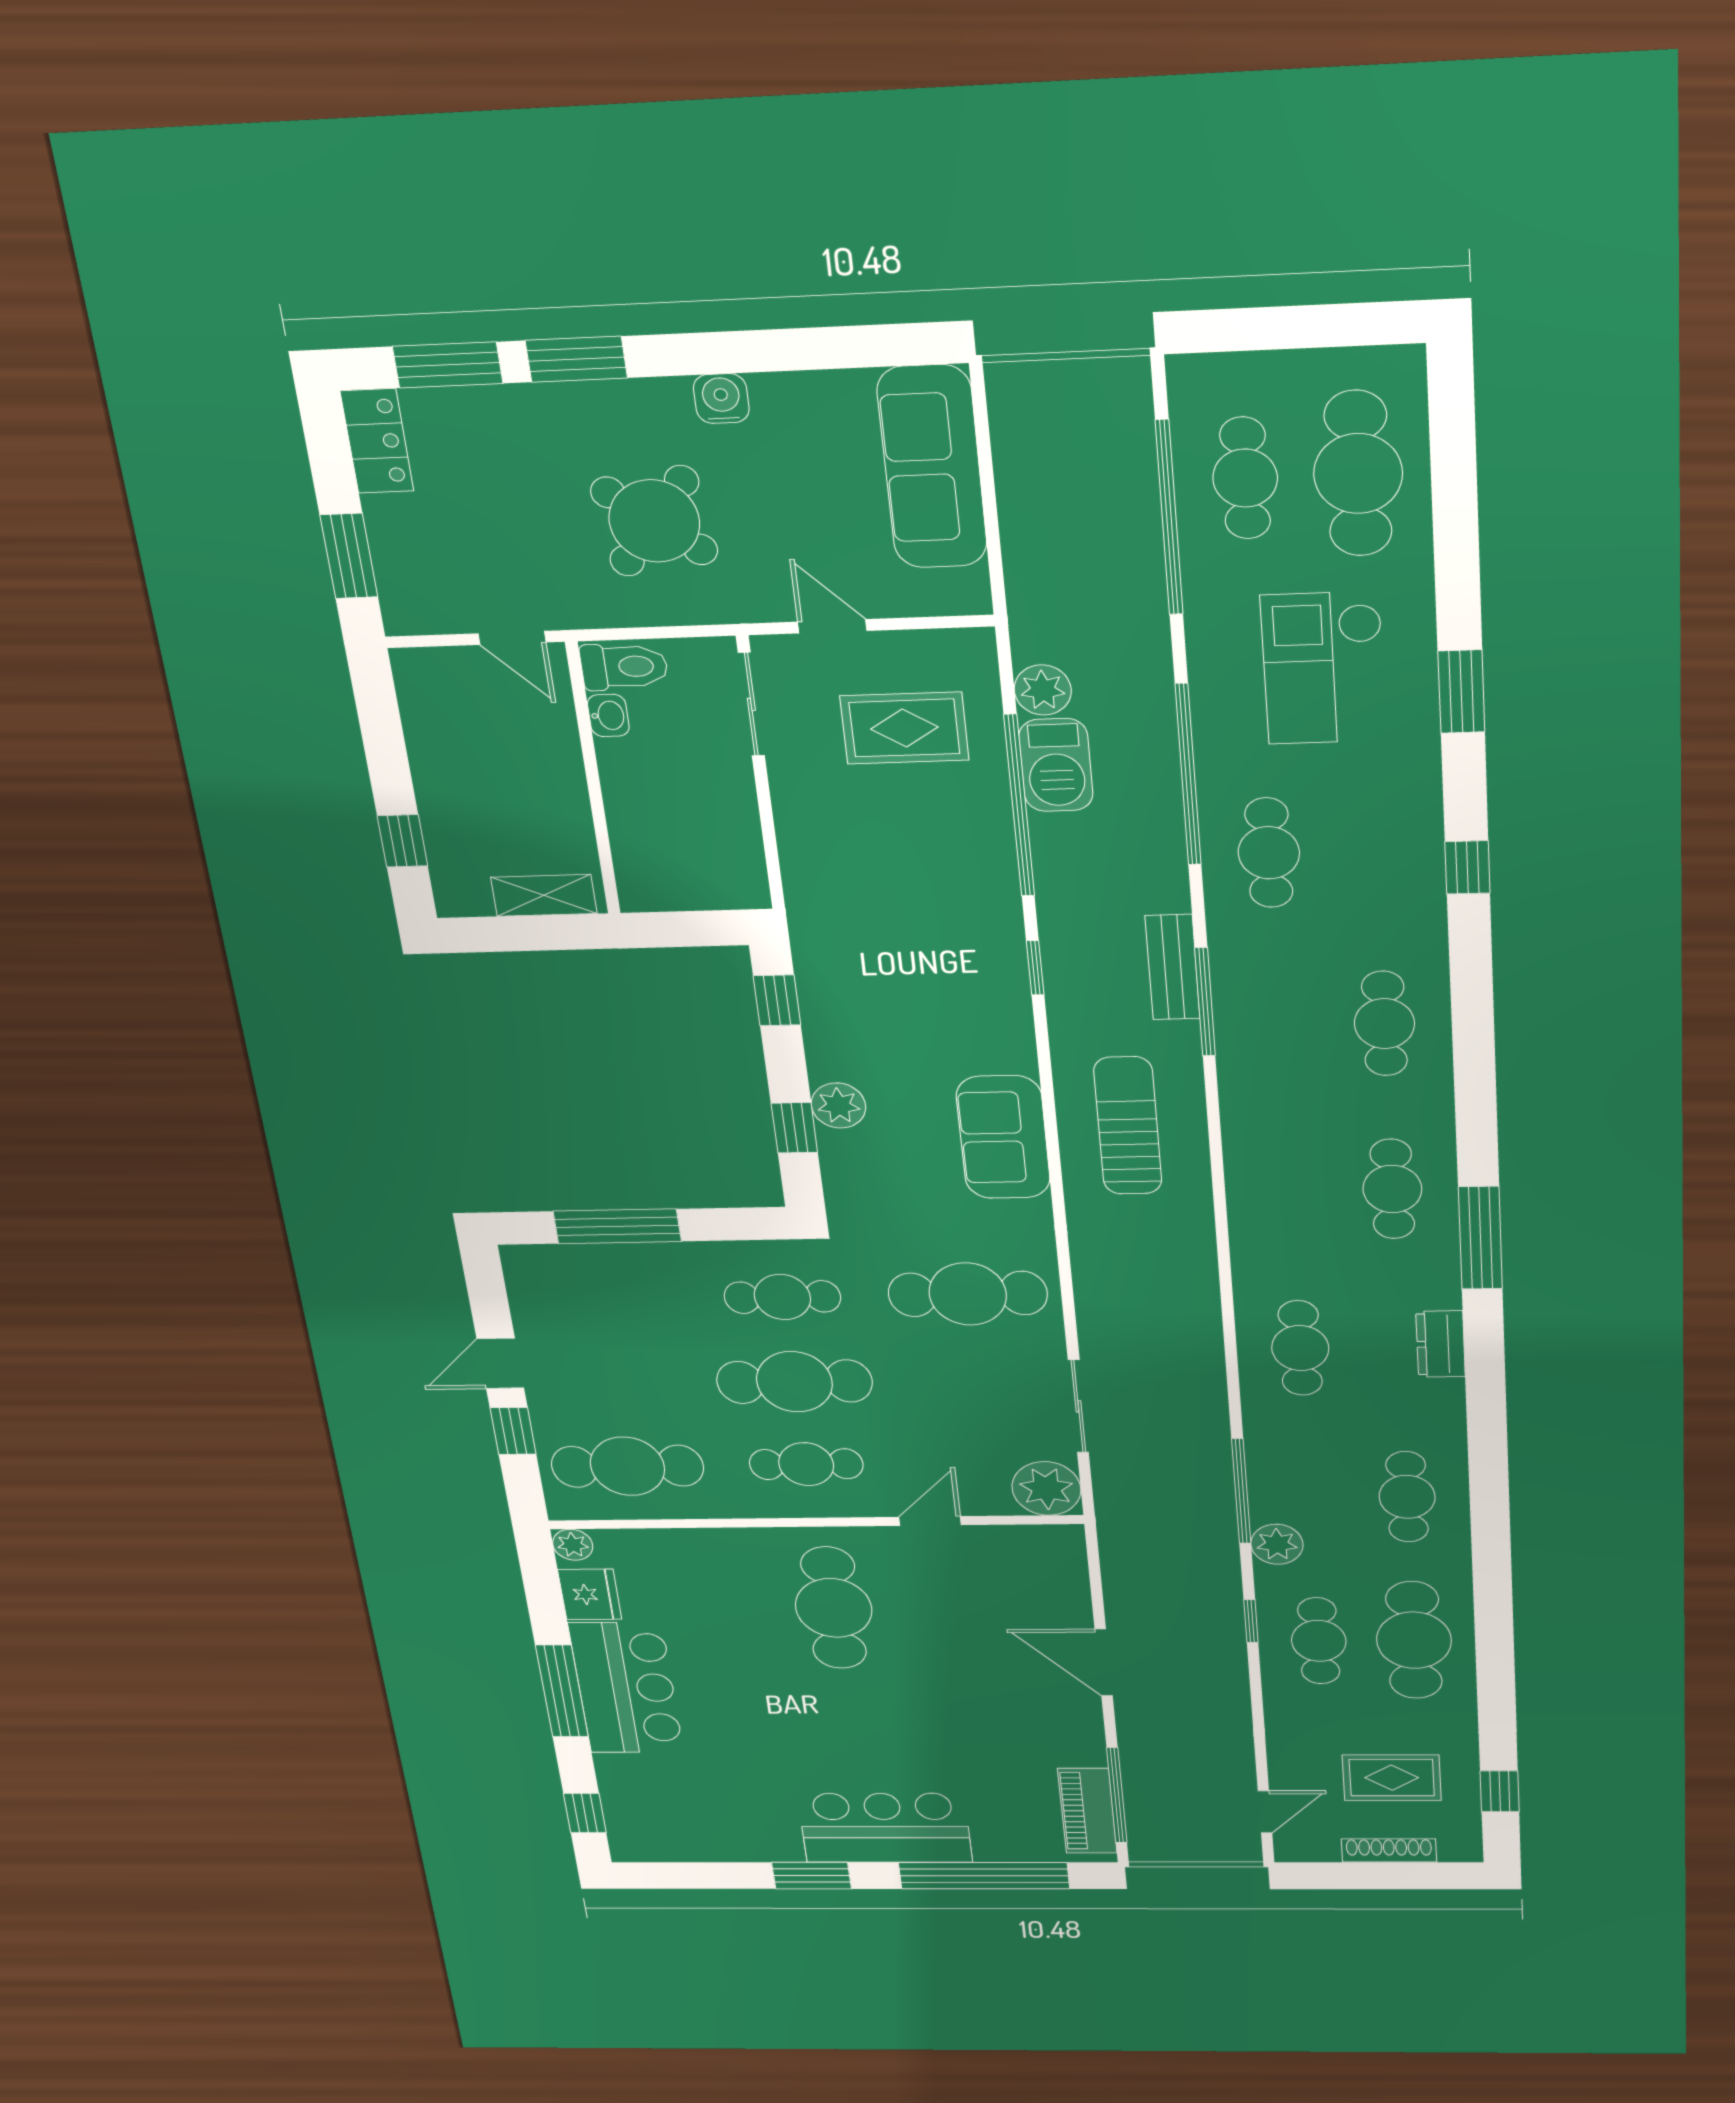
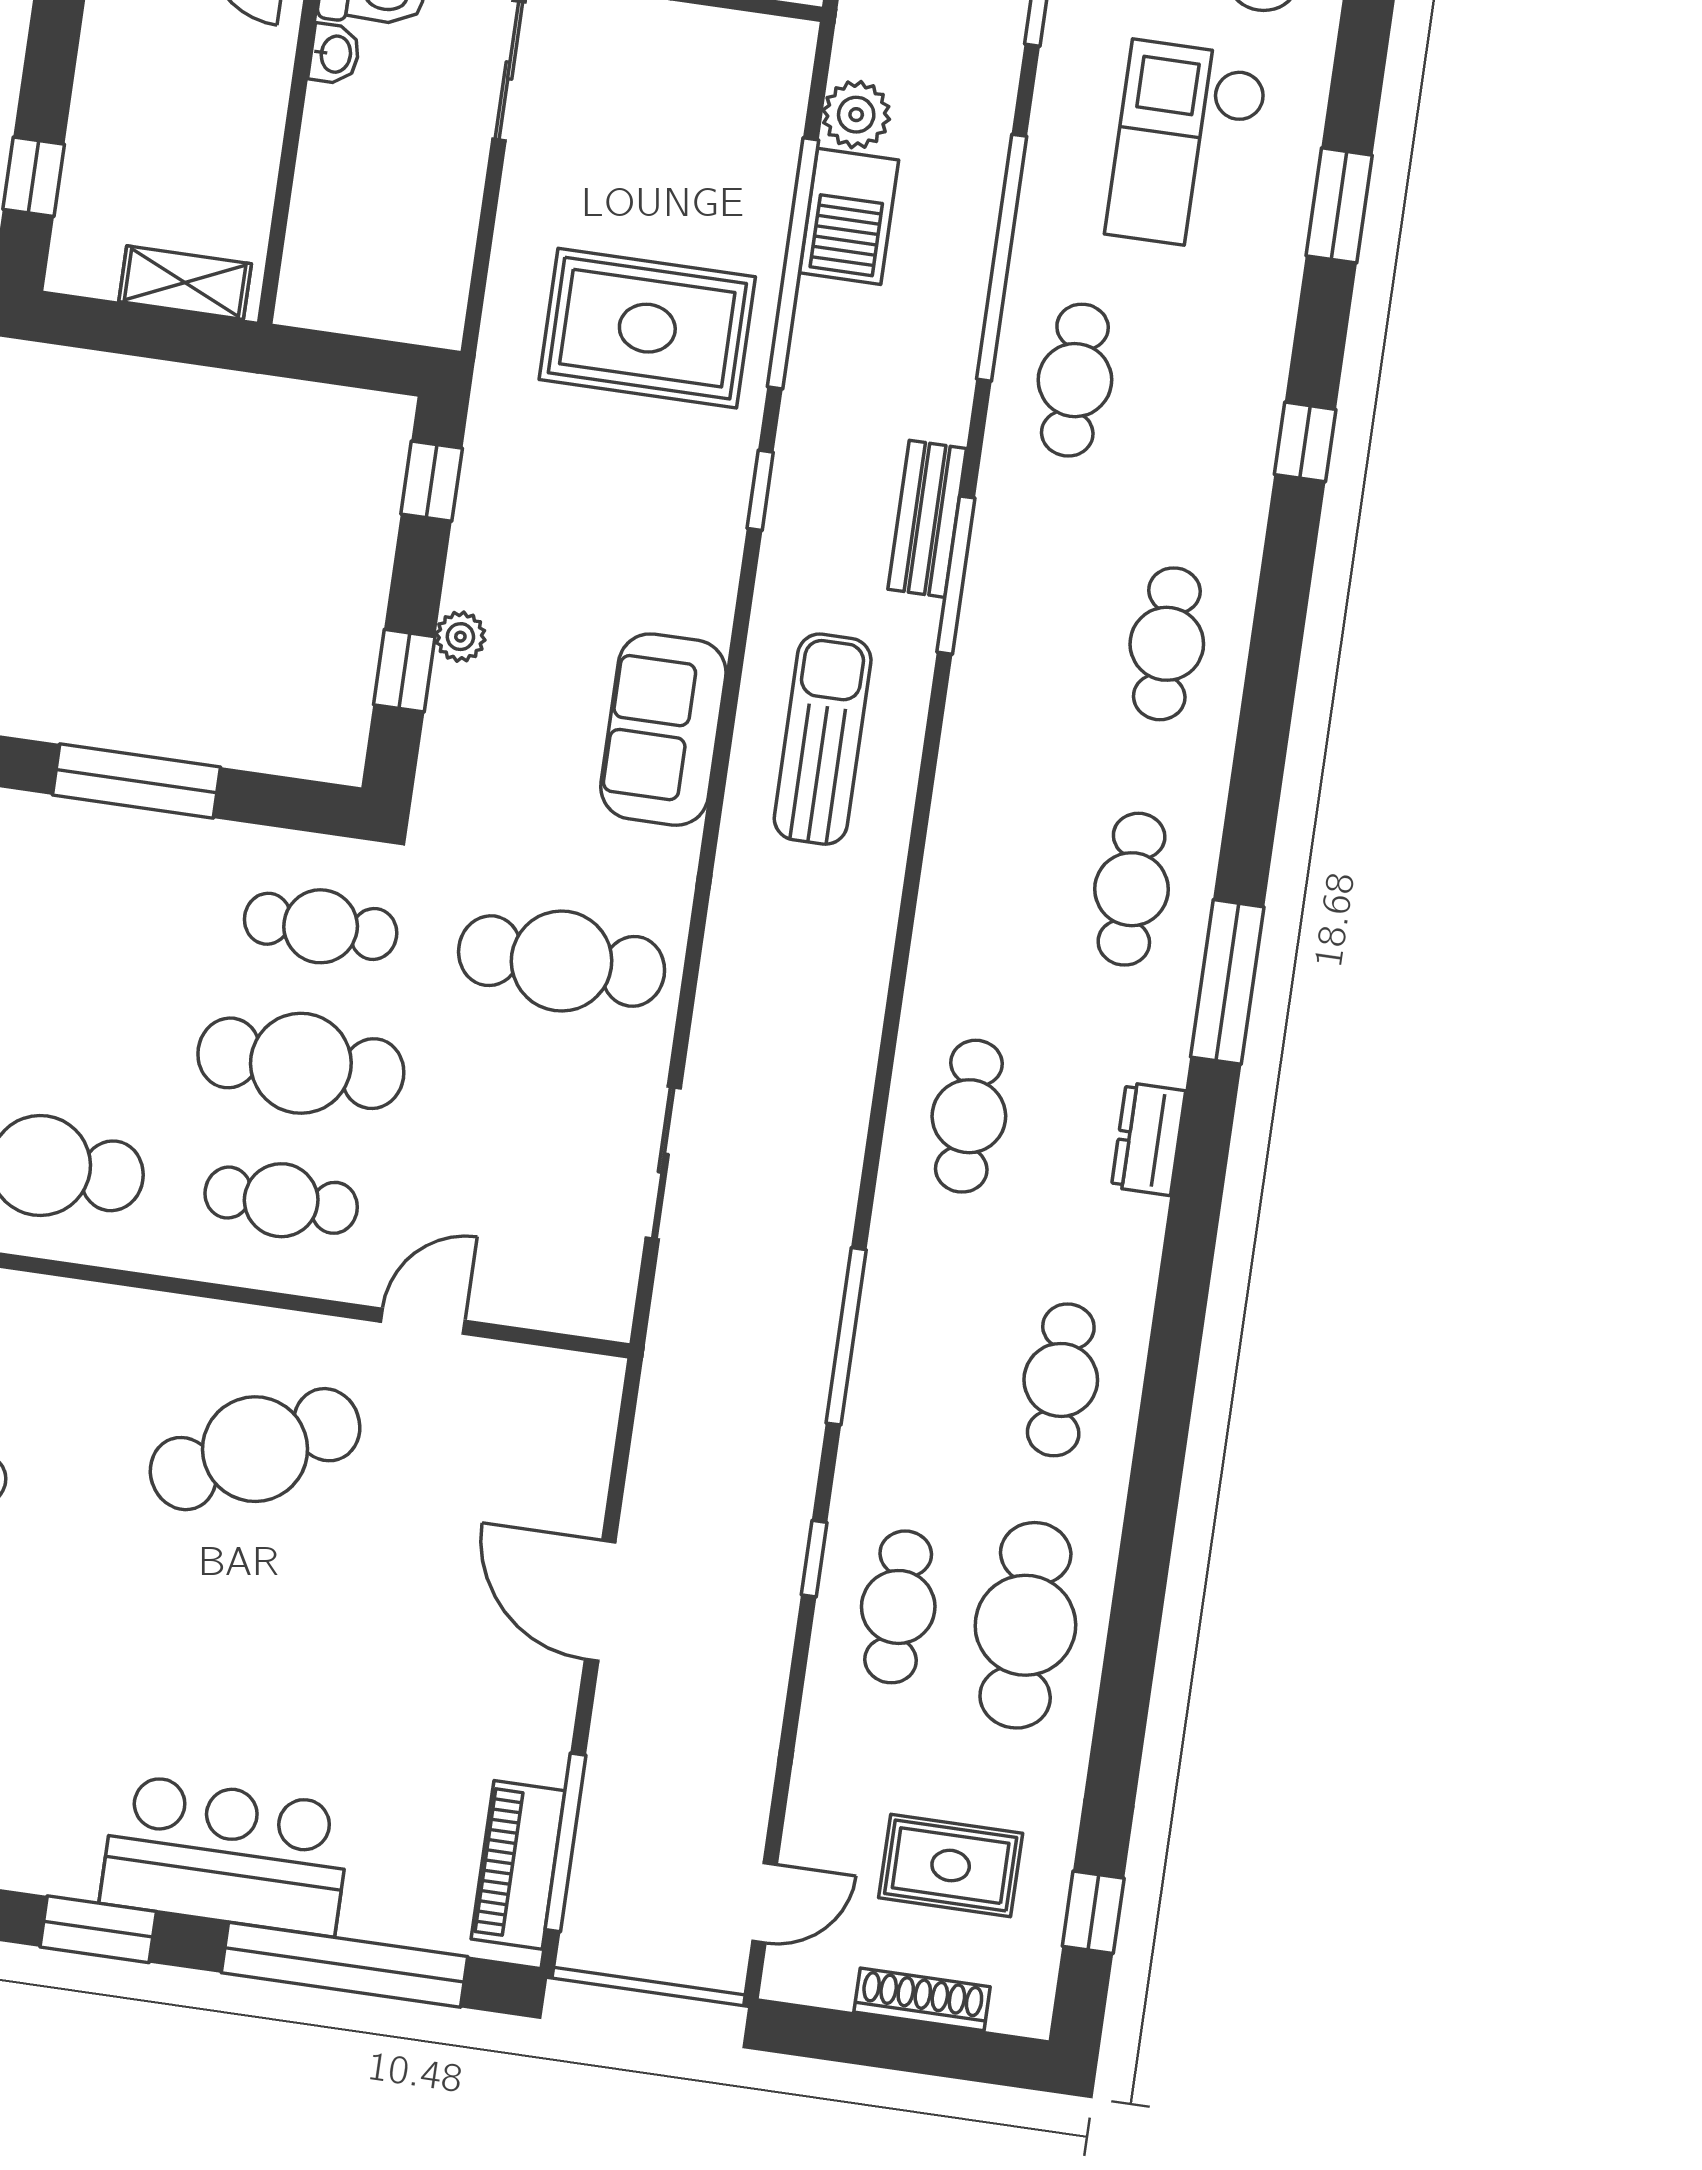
rug: (904, 728) -> (647, 328), moved, width x1.36, depth x1.43
plant: (838, 1106) -> (460, 637), width x0.73, depth x0.73
plant: (1046, 1488) -> (591, 1291), removed
plant: (1277, 1544) -> (875, 1433), removed
cafe table: (834, 1608) -> (255, 1449), turned 63

